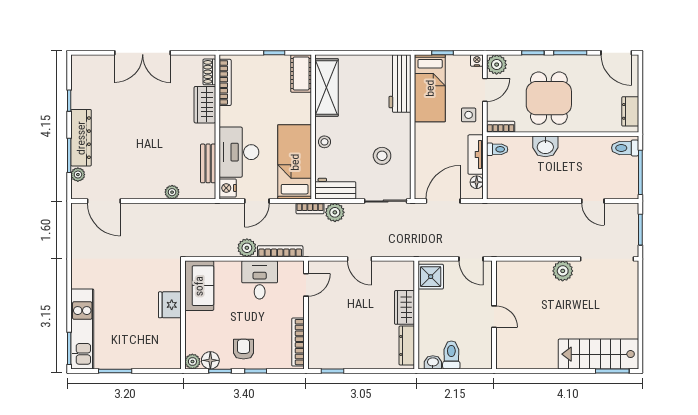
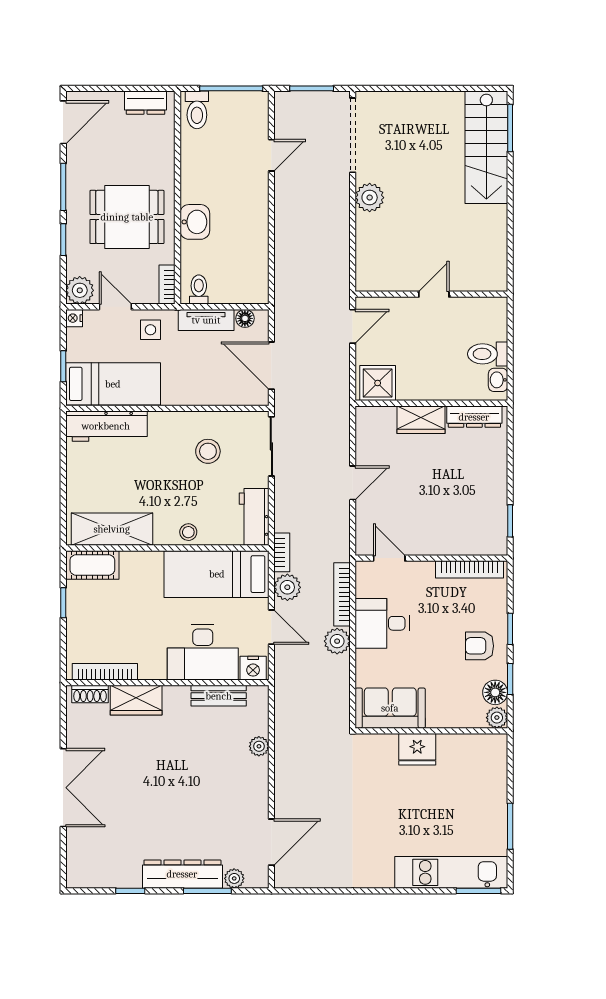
plant: (335, 212) -> (287, 587), moved

